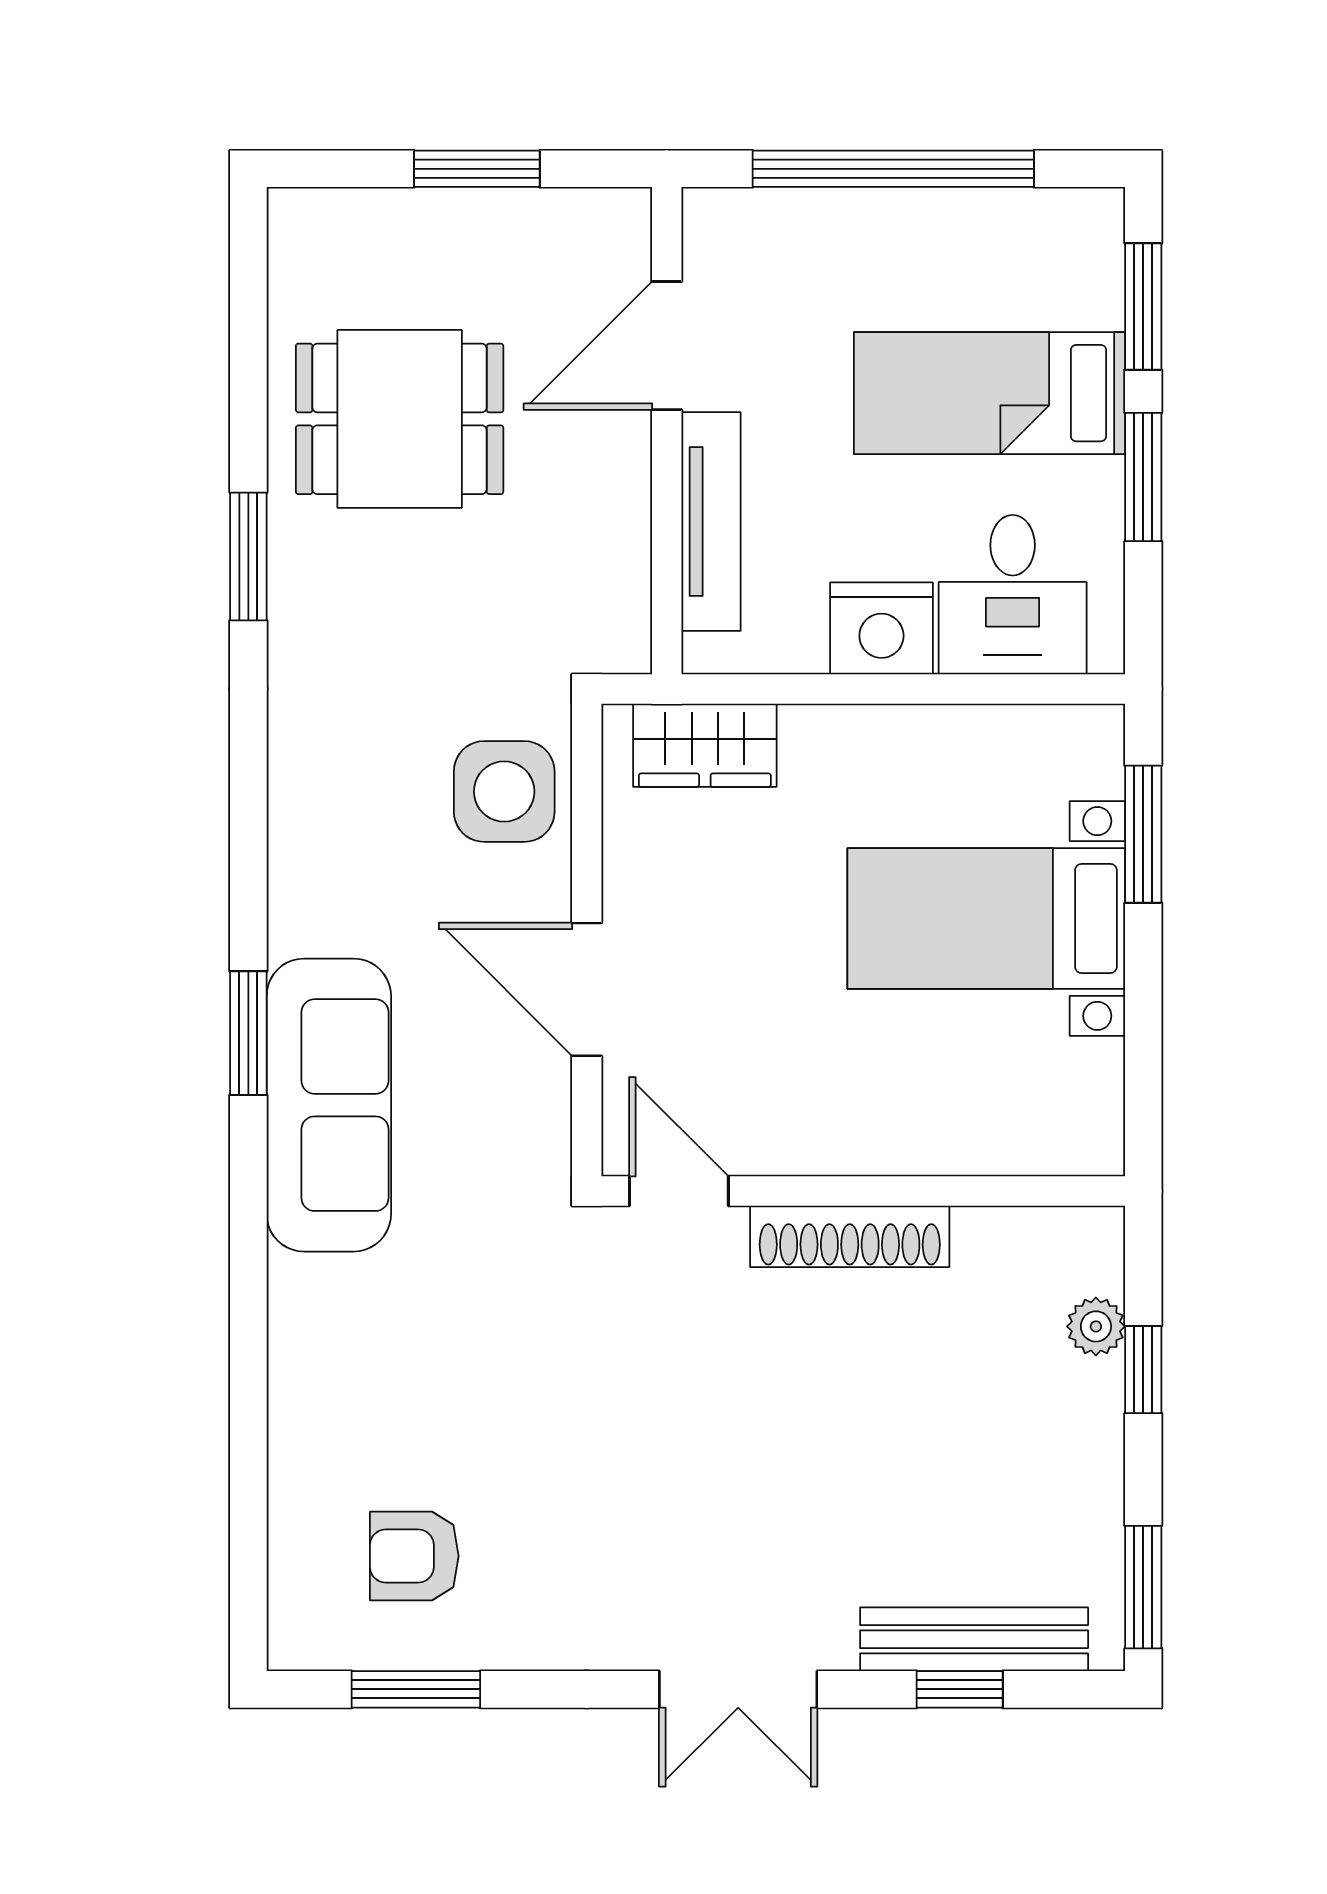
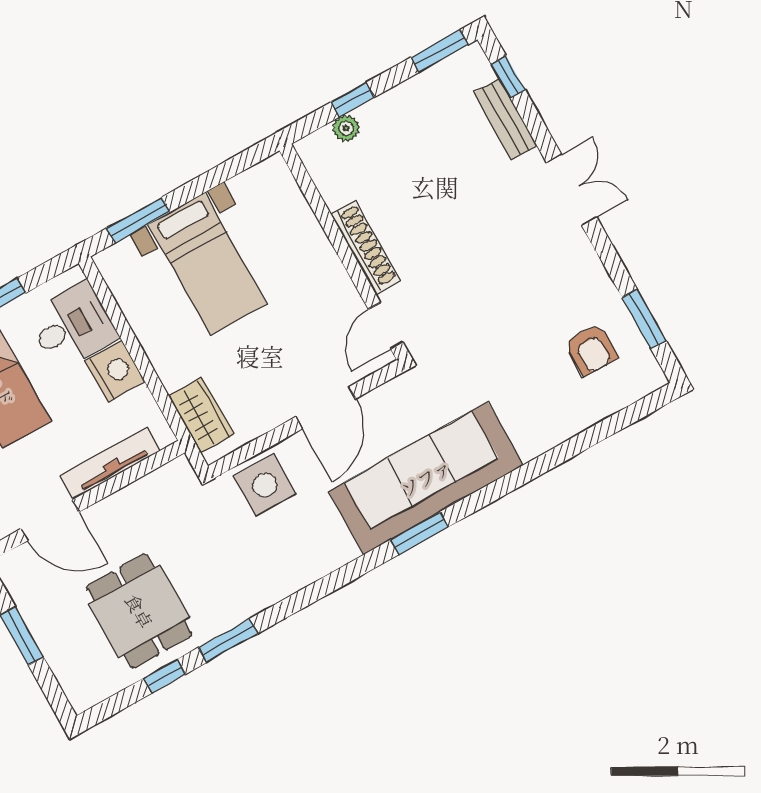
window: (248, 398) -> (165, 676), added
sofa: (329, 1105) -> (426, 478), width x1.36, depth x1.27
bench: (974, 1639) -> (505, 119), width x0.73
window: (960, 1689) -> (508, 77), moved

